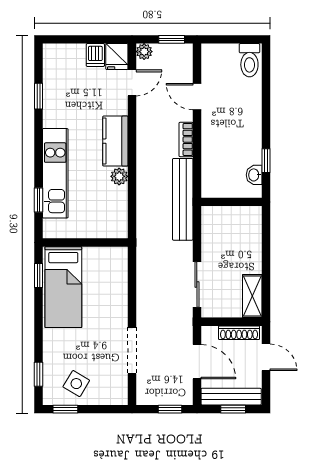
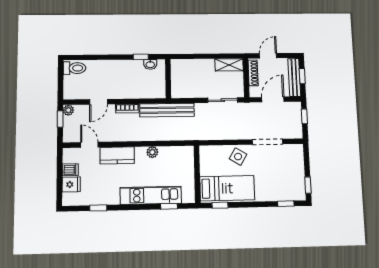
plant: (144, 52) -> (68, 110), moved
fridge: (117, 57) -> (71, 184), moved
kitchen counter: (115, 141) -> (117, 155), moved
side table: (76, 384) -> (238, 157), moved

